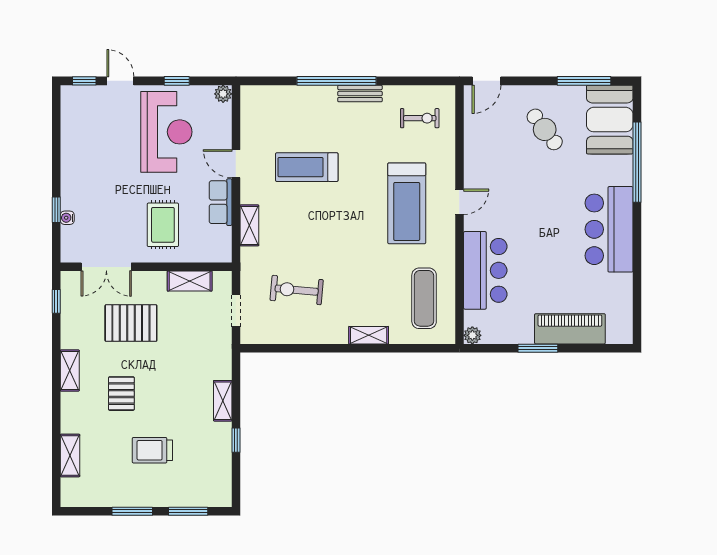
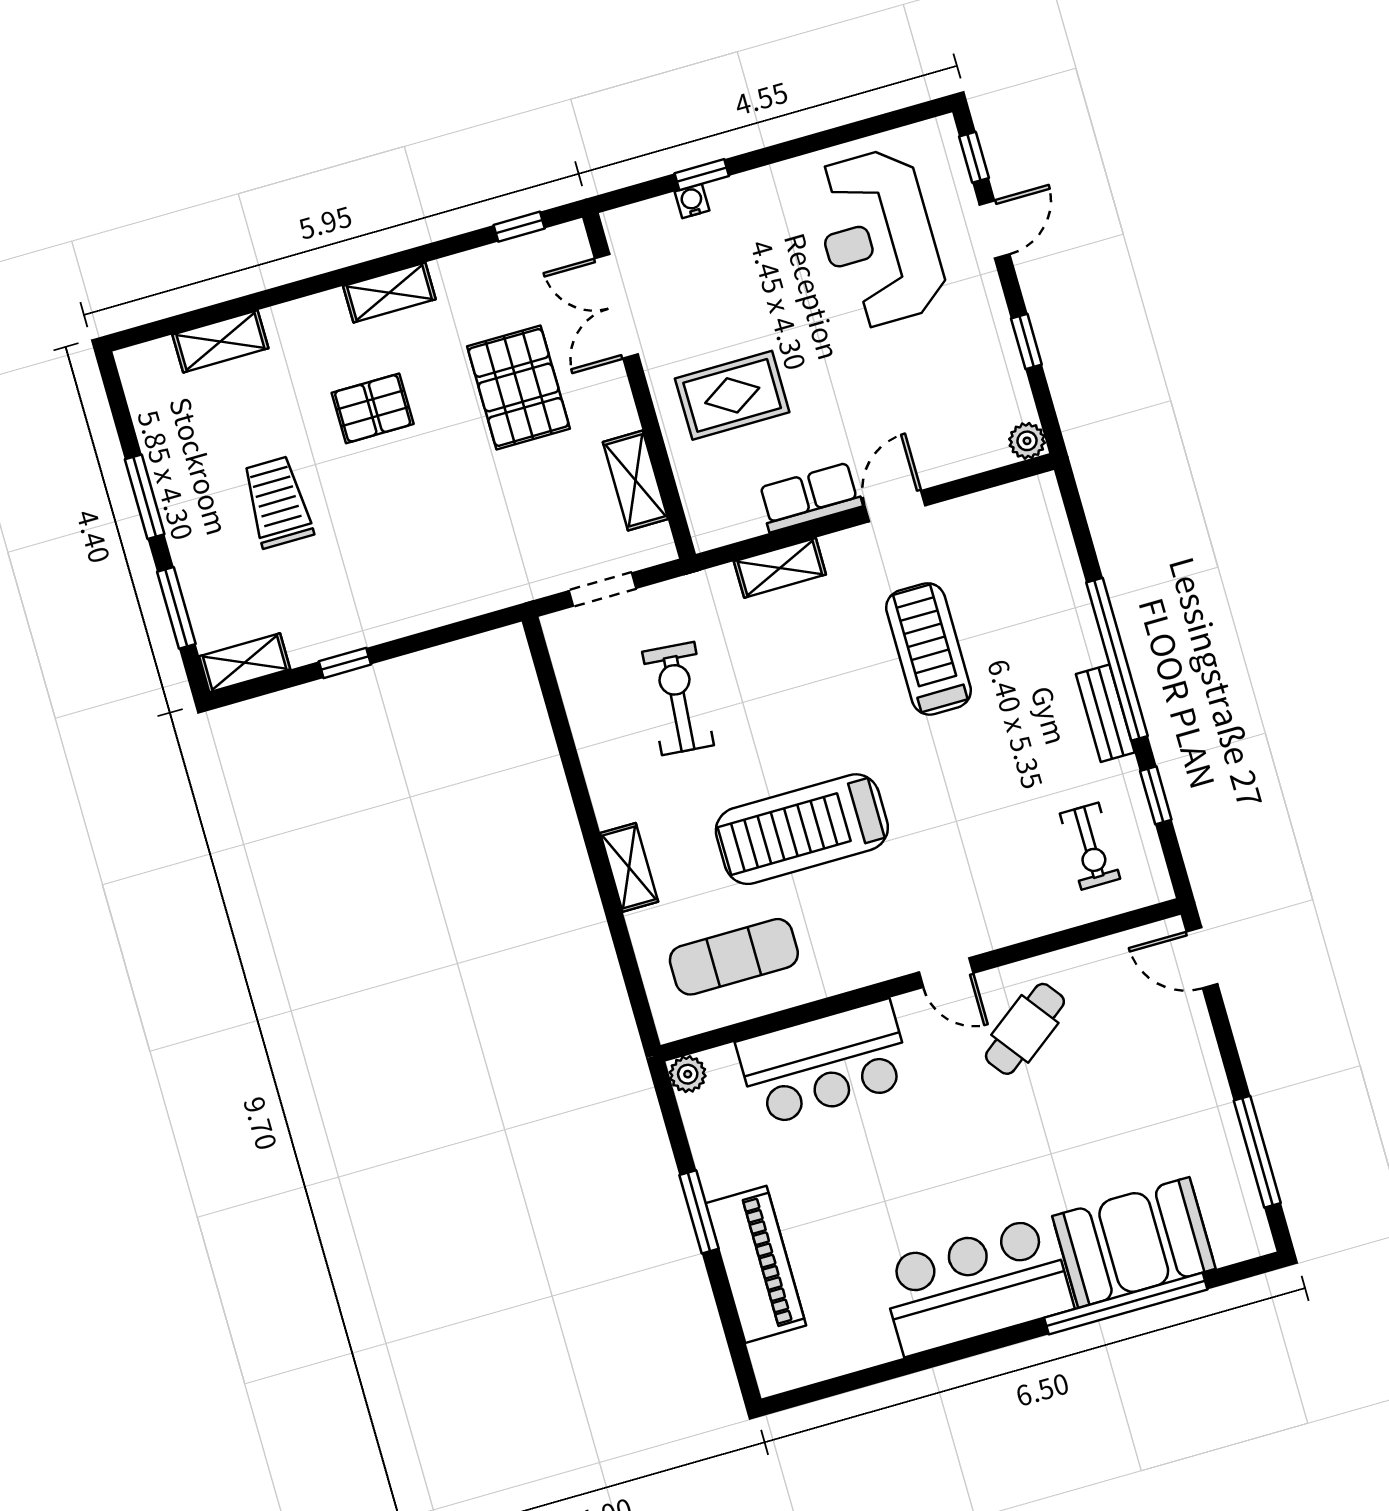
window: (405, 81) -> (1156, 795), added
booth: (610, 120) -> (1134, 1242), moved
cafe table: (545, 129) -> (1025, 1029), moved
reception desk: (166, 132) -> (878, 238), moved, turned 90
treadmill: (407, 203) -> (802, 829), moved
shelving: (223, 401) -> (245, 663), moved

